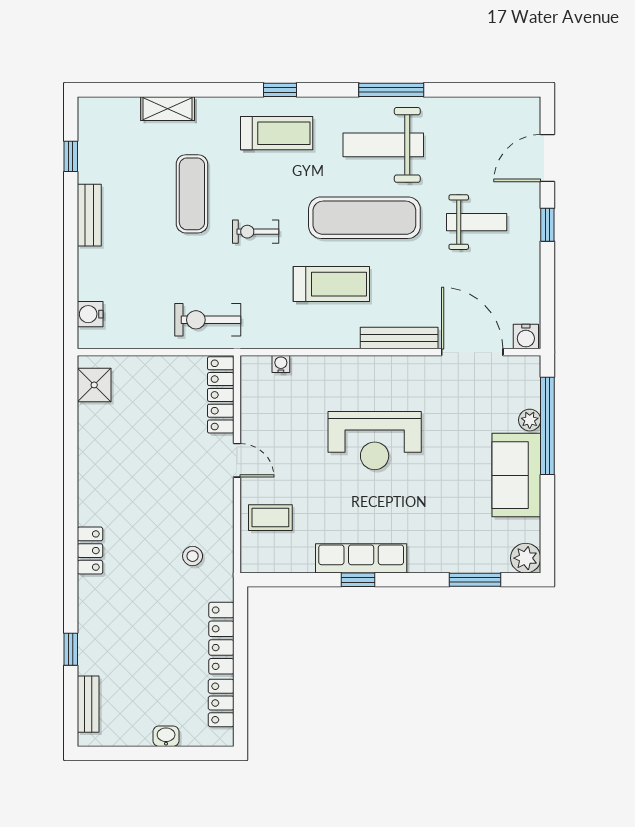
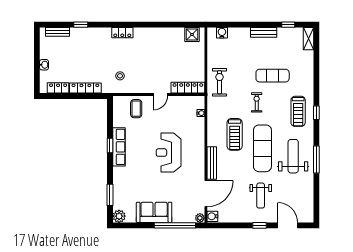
shelving: (168, 109) -> (308, 39), moved
plant: (530, 420) -> (200, 218), moved

